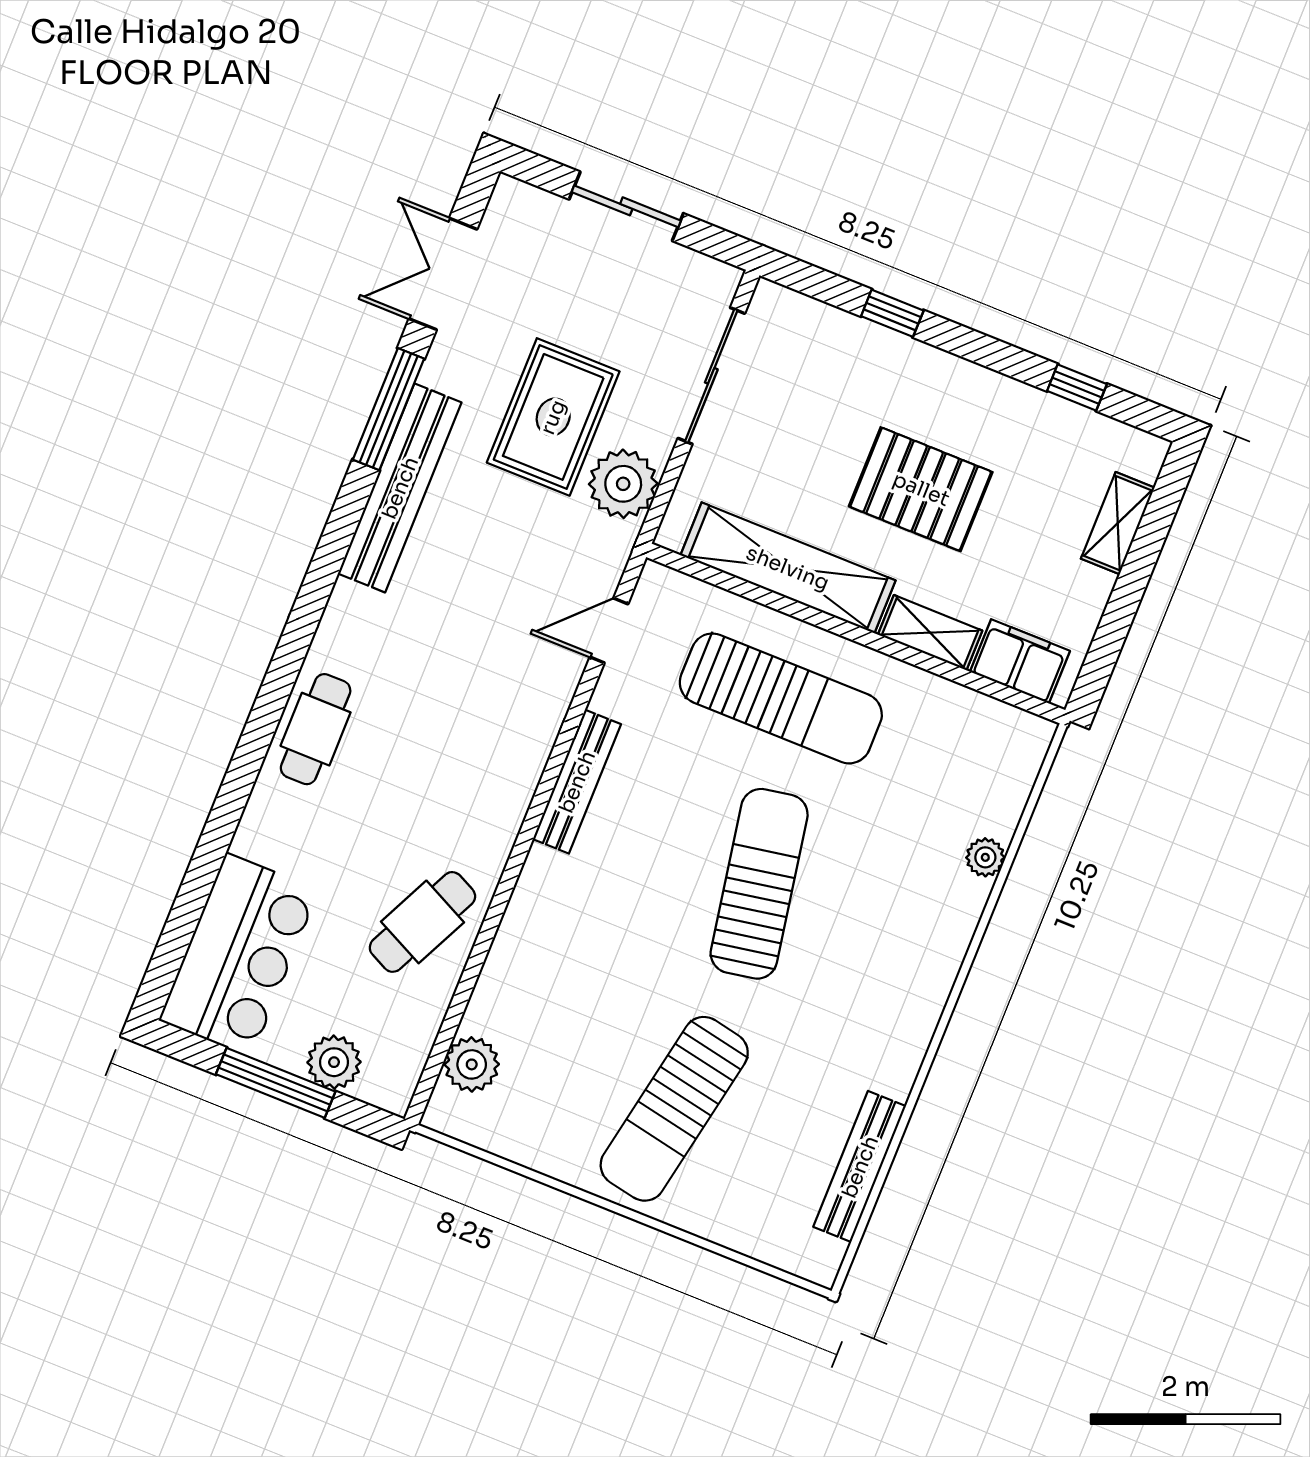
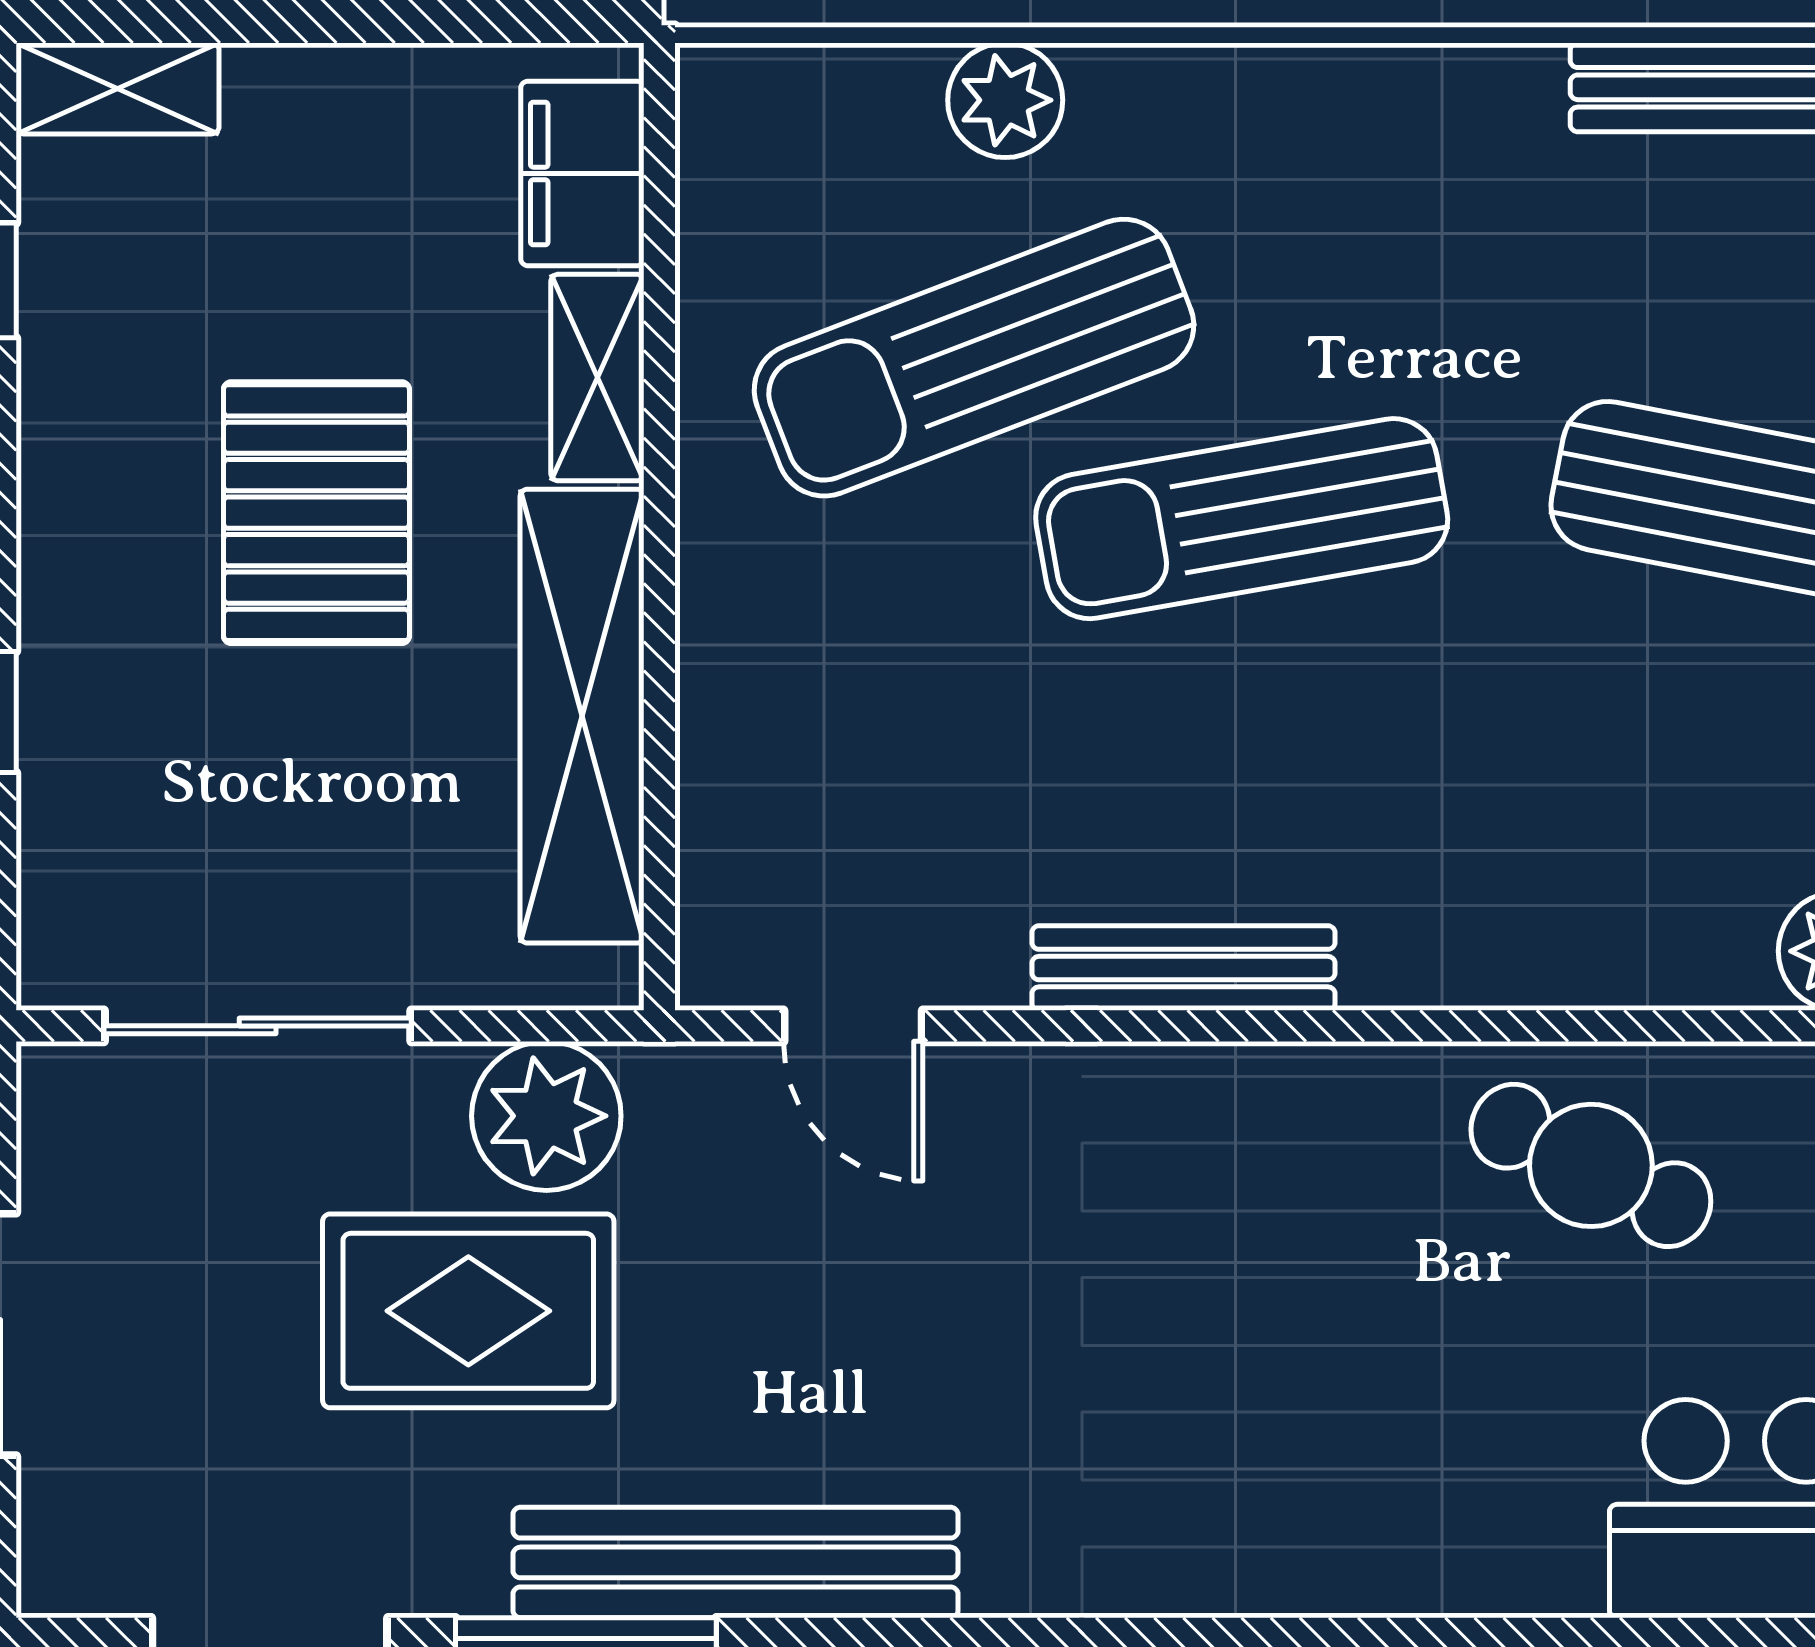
shelving: (1118, 523) -> (117, 88), moved
sun lounger: (781, 698) -> (974, 358), moved, turned -111
cafe table: (316, 729) -> (1289, 1537), removed
plant: (985, 857) -> (1005, 100), width x1.38, depth x1.38

